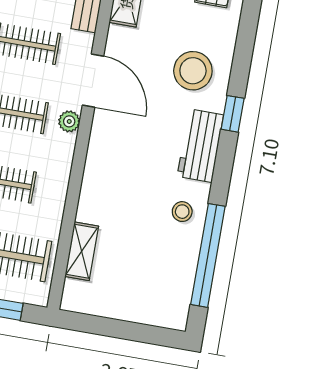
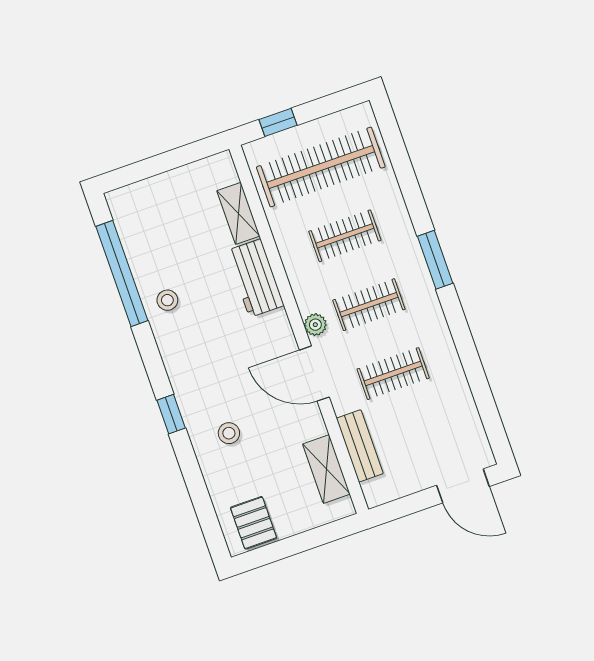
stool: (193, 71) -> (229, 433), width x0.53, depth x0.53
workbench: (200, 146) -> (255, 278), moved, turned 180

